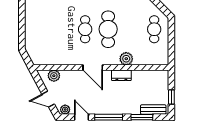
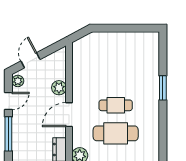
plant: (54, 76) -> (59, 88), moved

